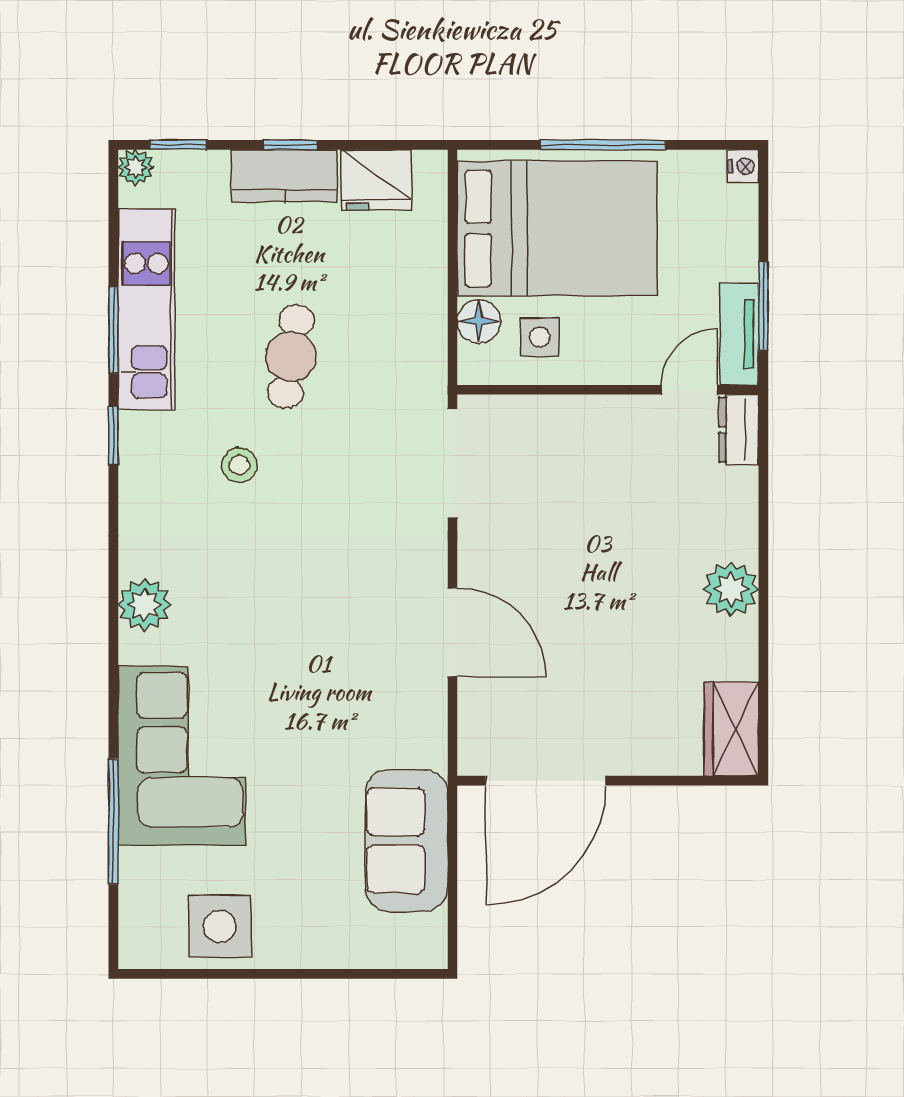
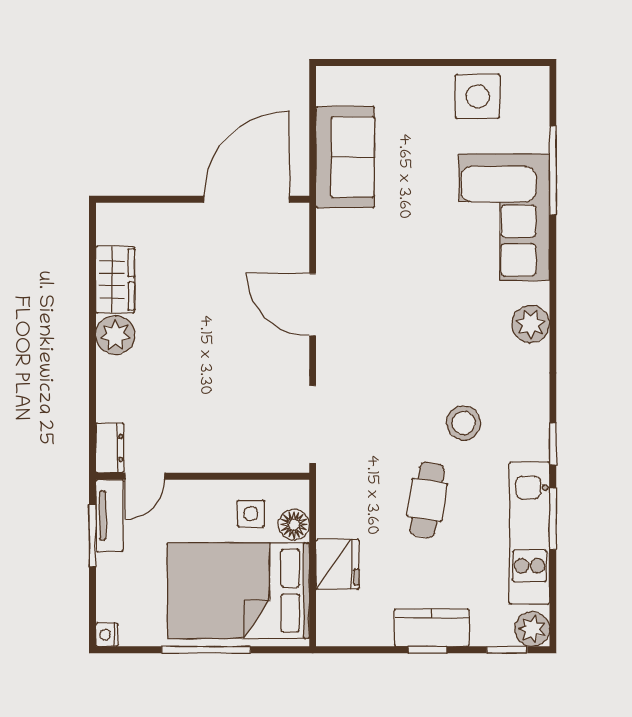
plant: (136, 167) -> (532, 629), width x1.38, depth x1.38
fridge: (376, 180) -> (338, 564), moved, turned 90
stool: (240, 465) -> (464, 423), width x1.37, depth x1.37
wardrobe: (731, 729) -> (115, 280), moved

